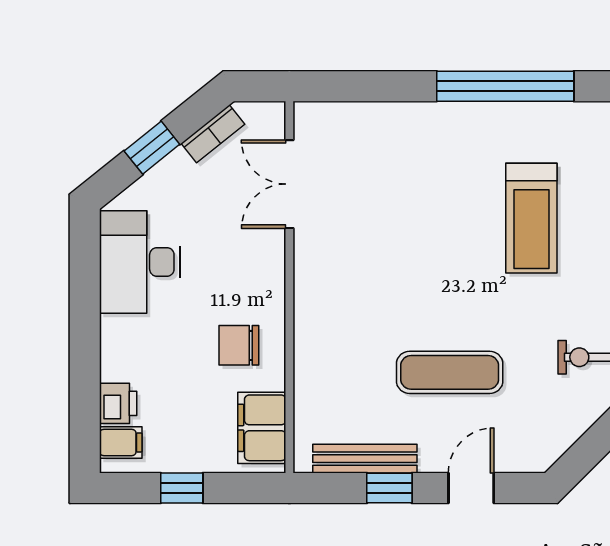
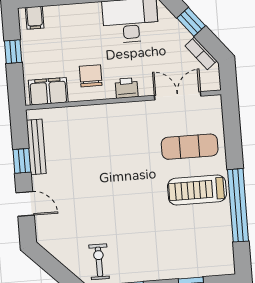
treadmill: (531, 218) -> (197, 190), moved
exercise mat: (450, 372) -> (190, 147), moved, turned 90
printer: (118, 403) -> (127, 88), moved, turned 180

